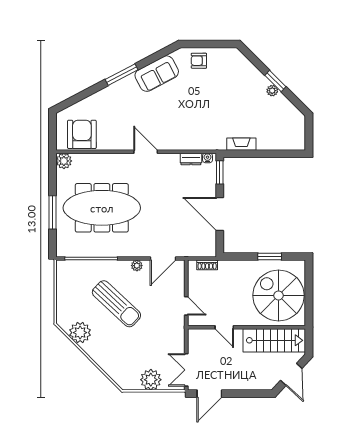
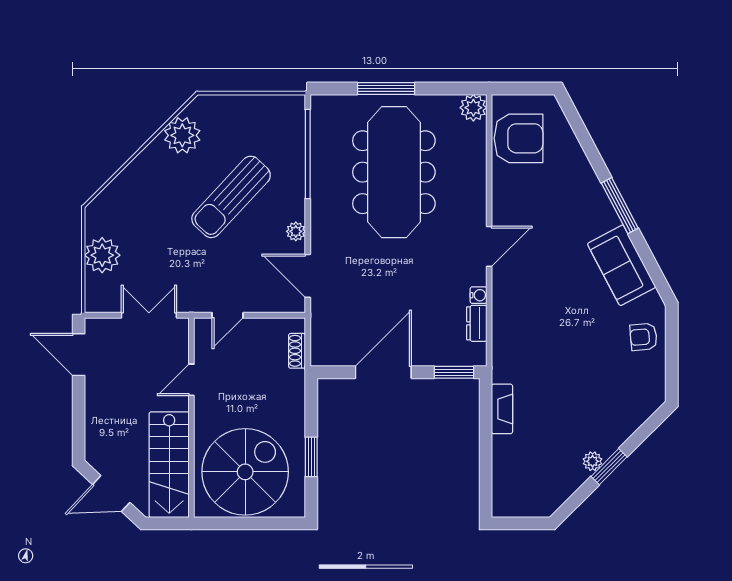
armchair: (199, 61) -> (643, 337), turned -95
water cooler: (208, 158) -> (478, 295), moved
double door: (186, 370) -> (149, 315), moved

